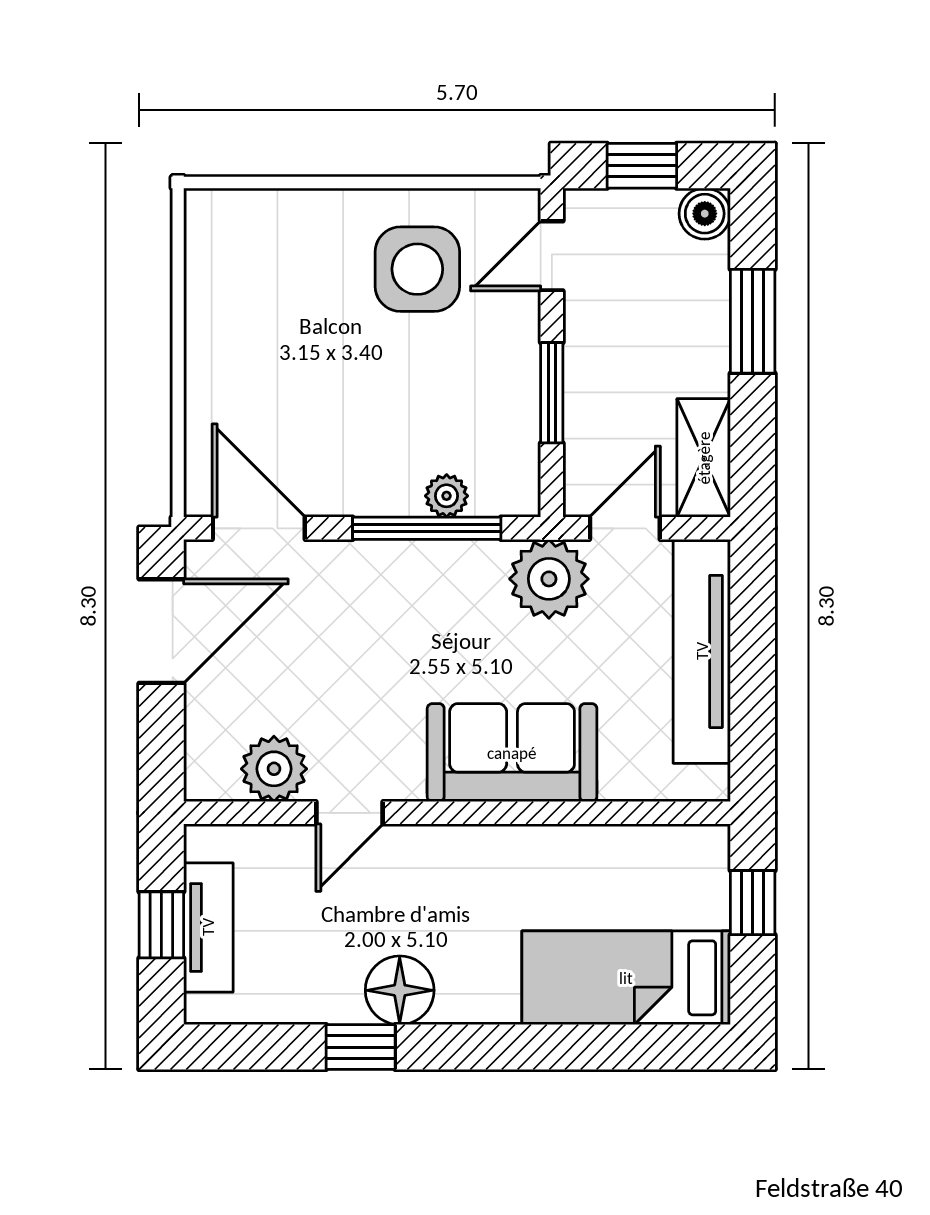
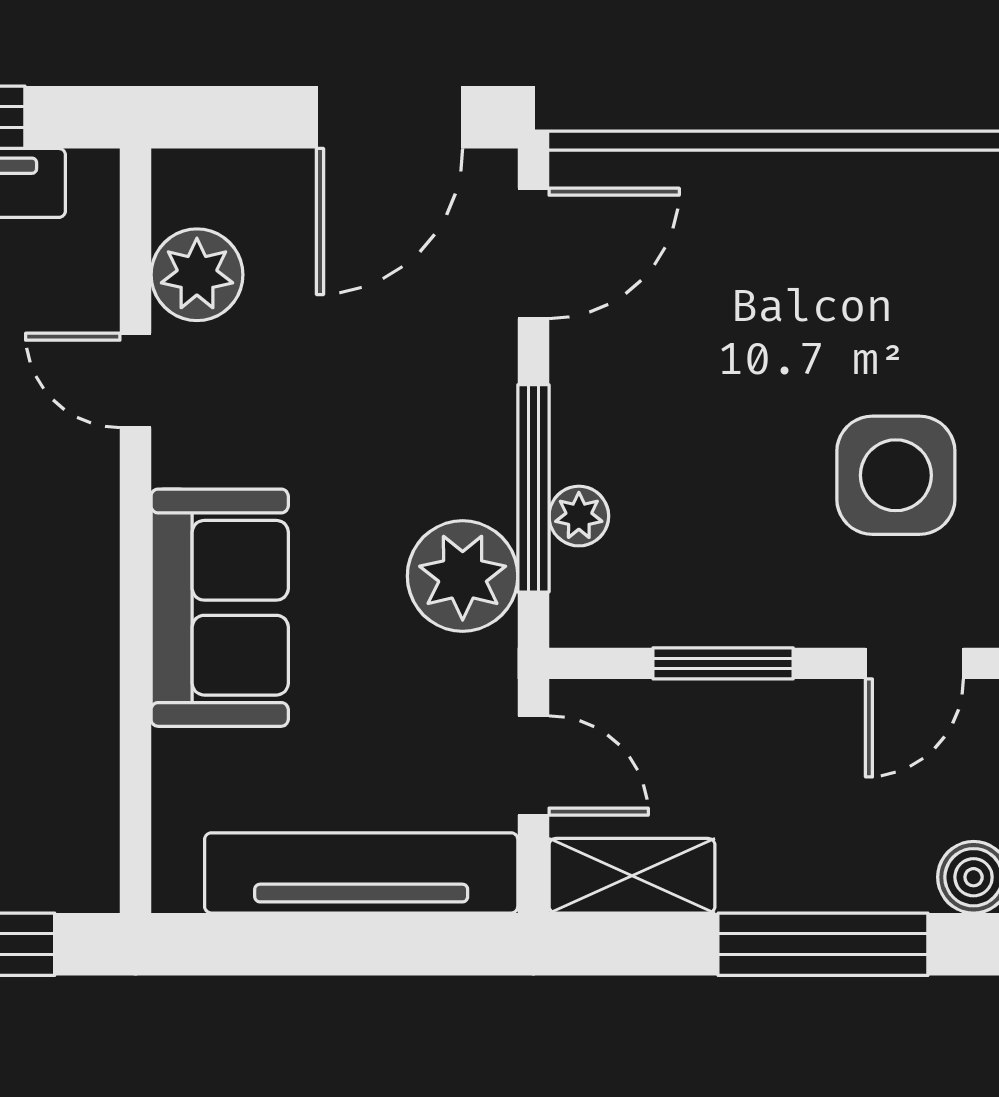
door: (552, 256) -> (914, 663), swing flipped
window: (753, 321) -> (823, 944), width x1.44
plant: (549, 579) -> (463, 576), moved
door: (161, 631) -> (390, 117), hinge flipped

